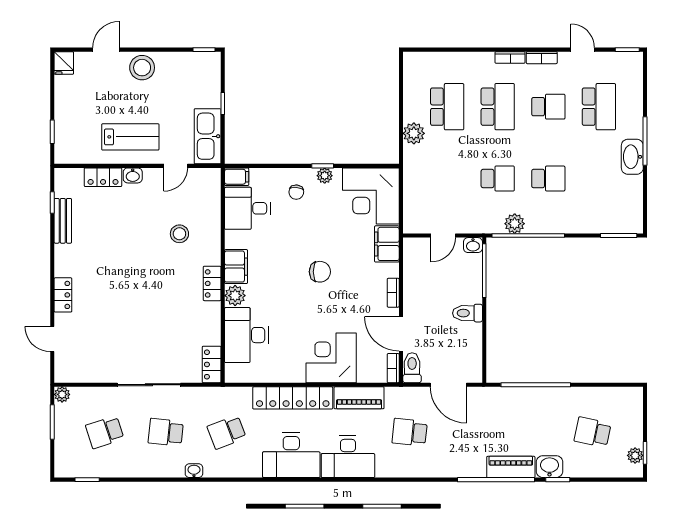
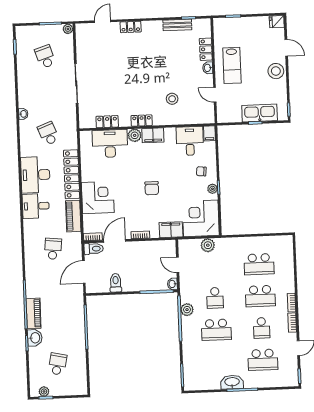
plant: (414, 133) -> (208, 245), moved
kitchen sink: (208, 136) -> (260, 113), moved
school desk: (548, 179) -> (216, 330), width x1.85
toilet: (467, 313) -> (116, 283), moved
locker: (212, 364) -> (107, 122), moved
school desk: (166, 432) -> (47, 95), removed
desk: (348, 457) -> (36, 206), width x0.73

